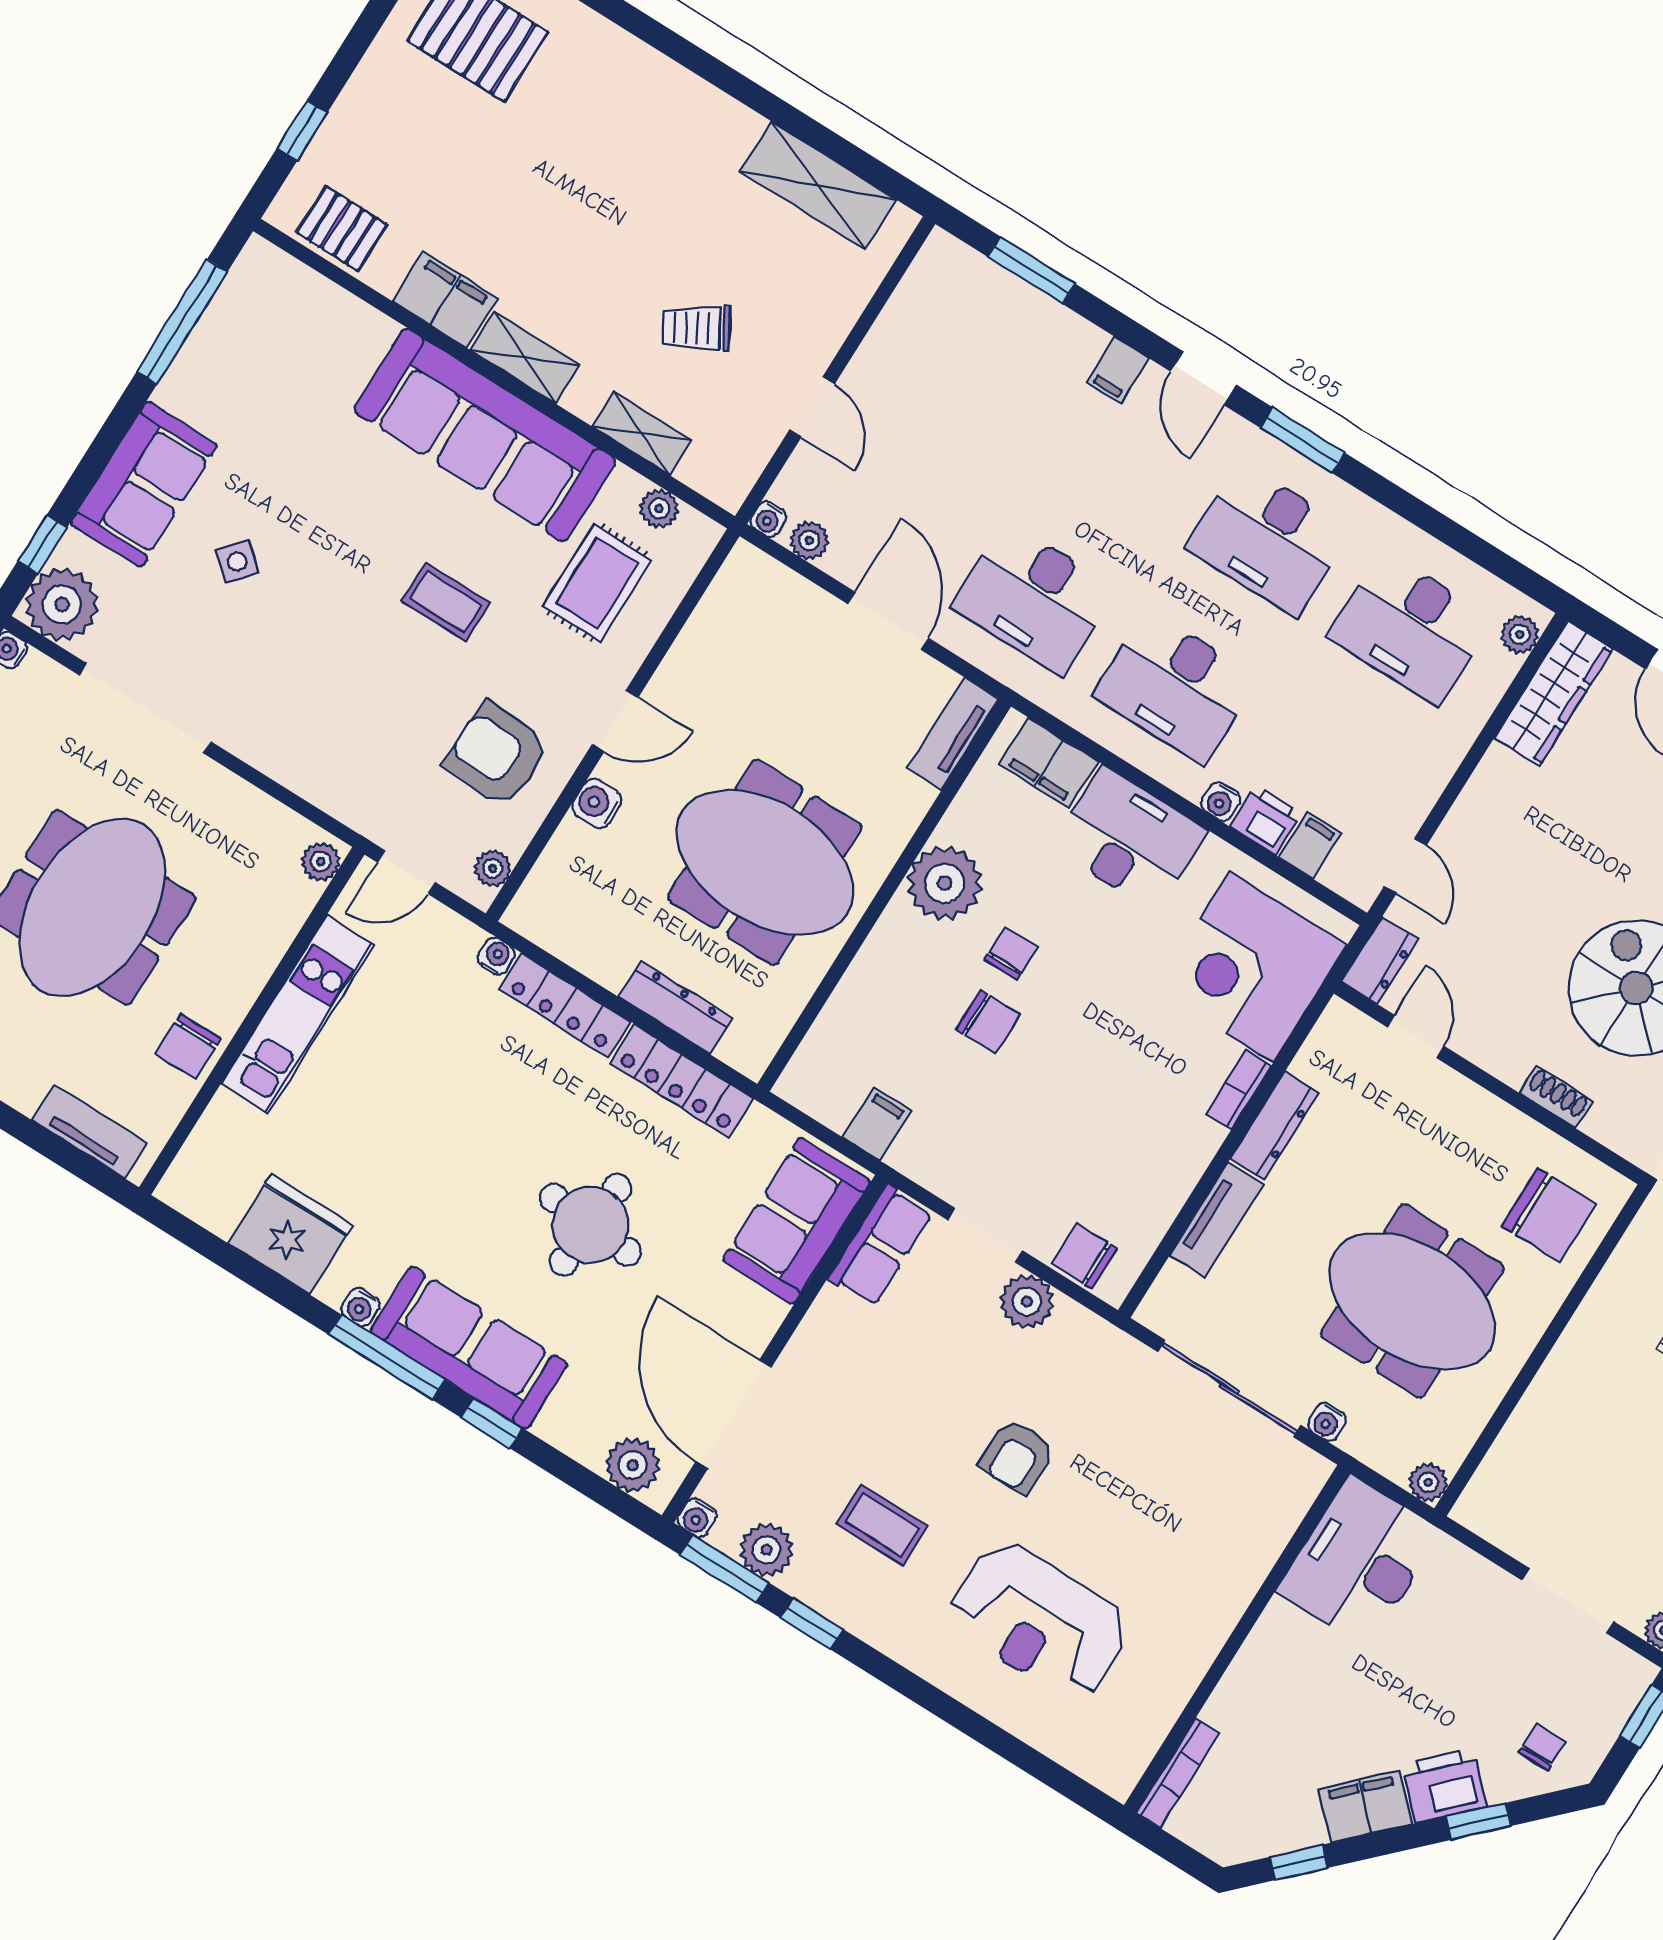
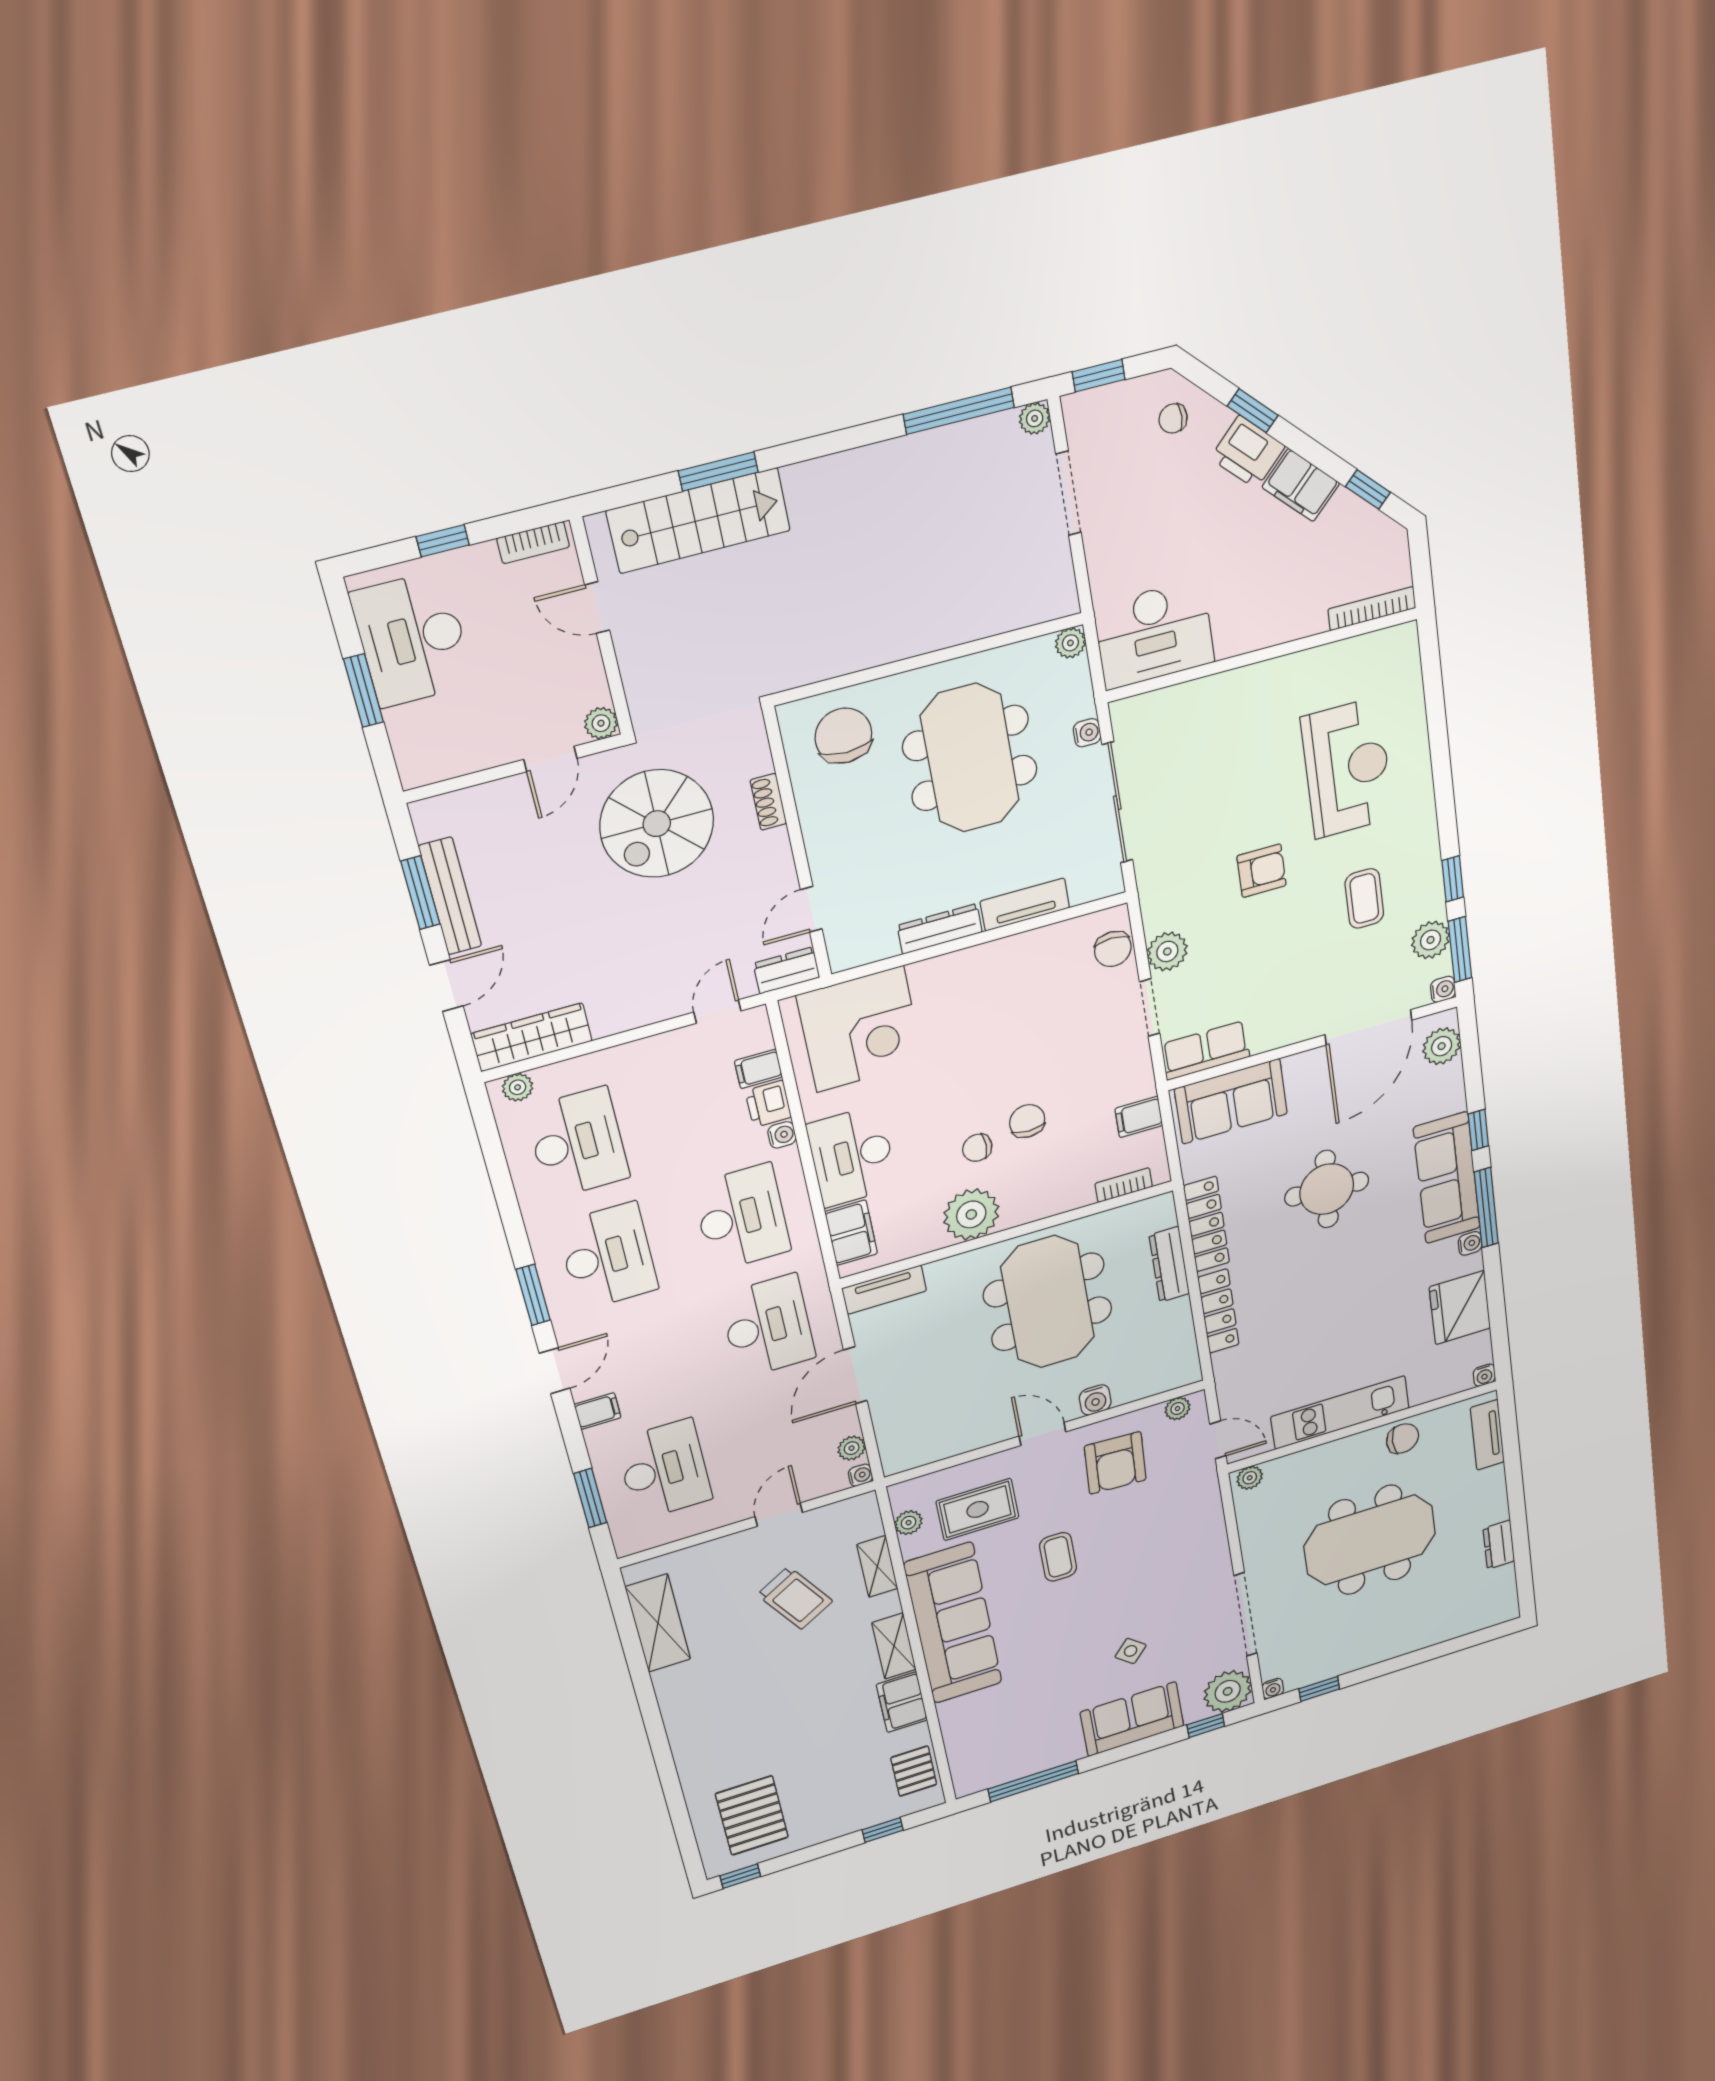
trolley: (696, 328) -> (795, 1598), width x1.36, depth x1.39
desk: (985, 361) -> (664, 1470), added
water cooler: (496, 956) -> (1484, 1375), moved, turned -90
bookcase: (1239, 1090) -> (1124, 1185), moved, turned 180

